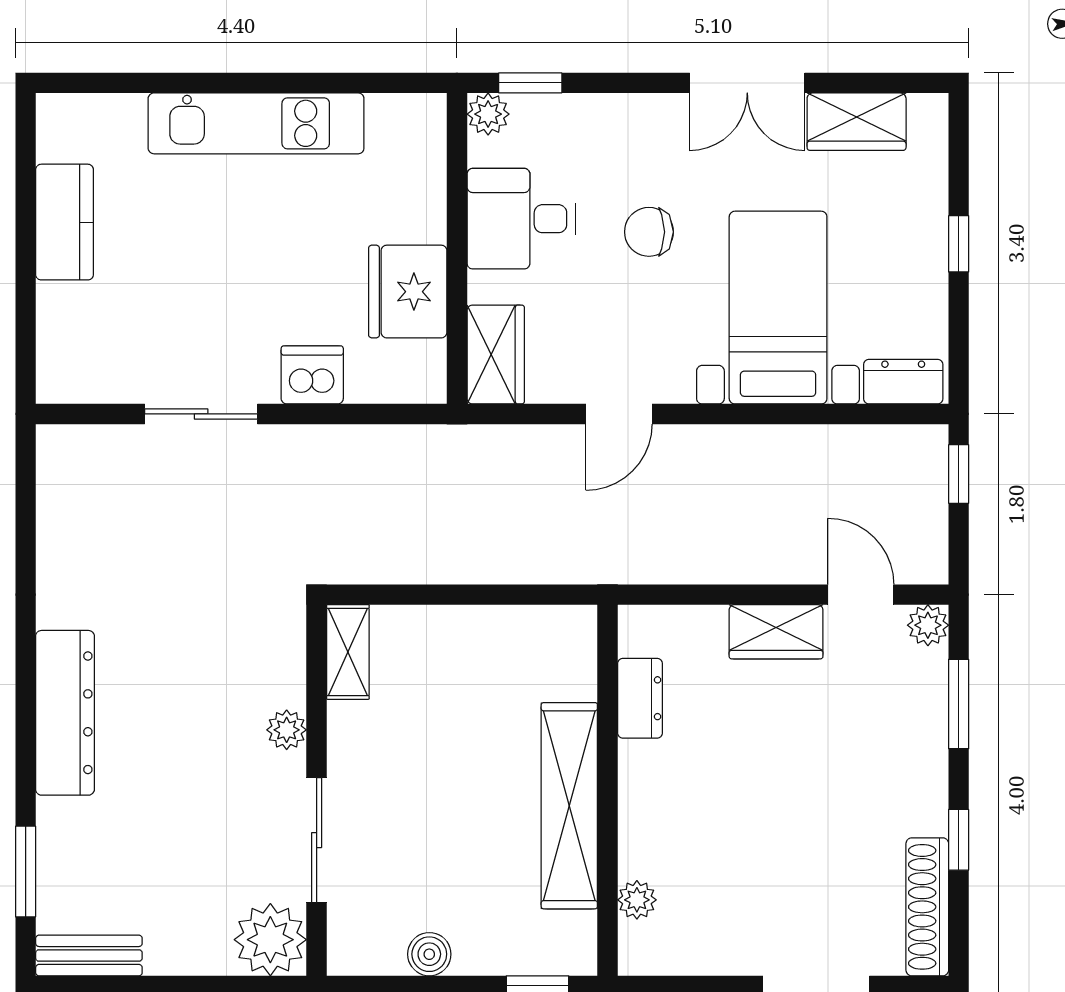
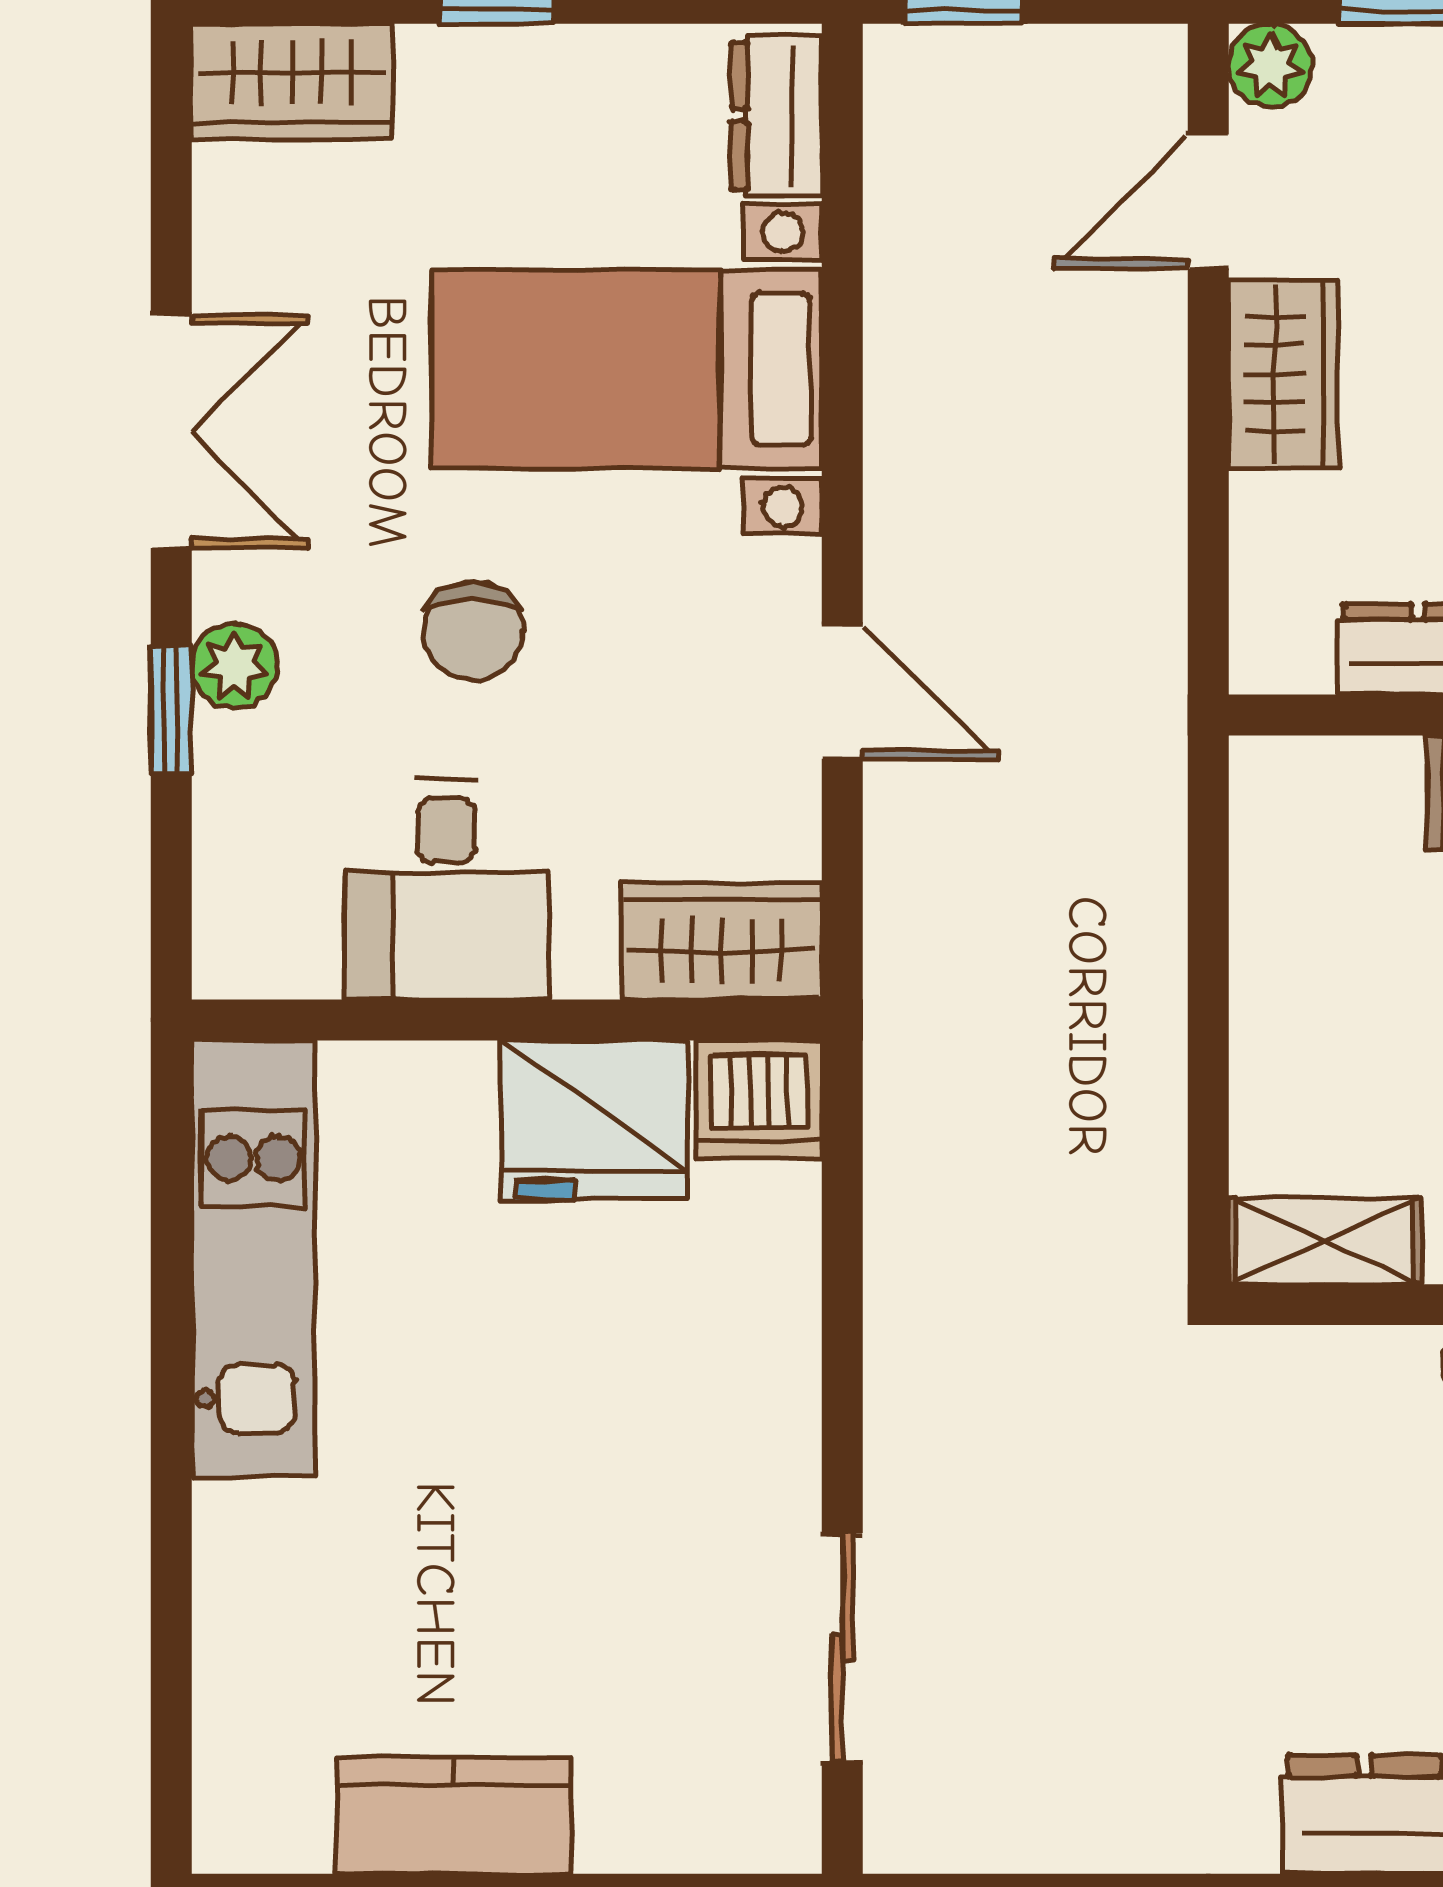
window: (530, 83) -> (171, 710), moved
plant: (488, 114) -> (234, 666), moved
wardrobe: (857, 122) -> (292, 82), moved, turned 90
kitchen unit: (256, 123) -> (253, 1259), moved
dishwasher: (312, 375) -> (759, 1099), moved, turned -90
sliding door: (201, 414) -> (842, 1647), moved

